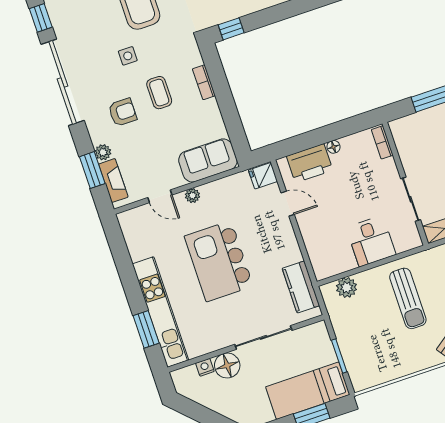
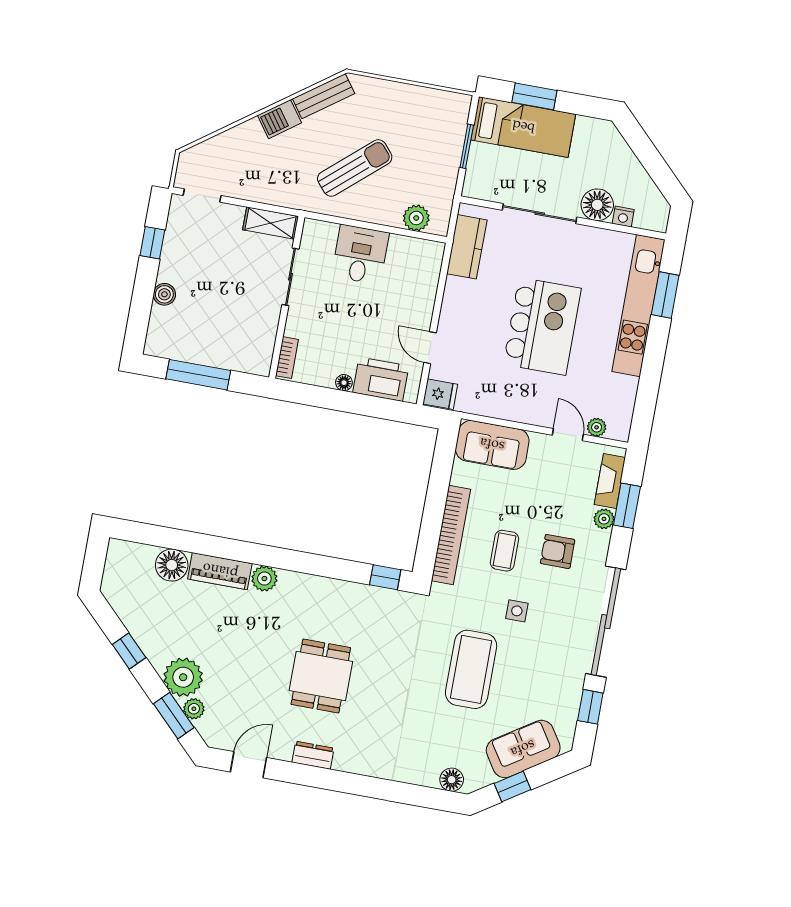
bookcase: (204, 82) -> (451, 535), width x2.31, depth x1.31
plant: (192, 196) -> (597, 427), moved
sun lounger: (408, 298) -> (355, 168), turned 49

